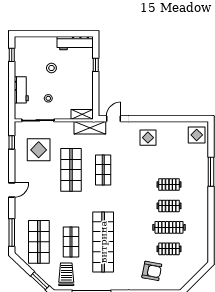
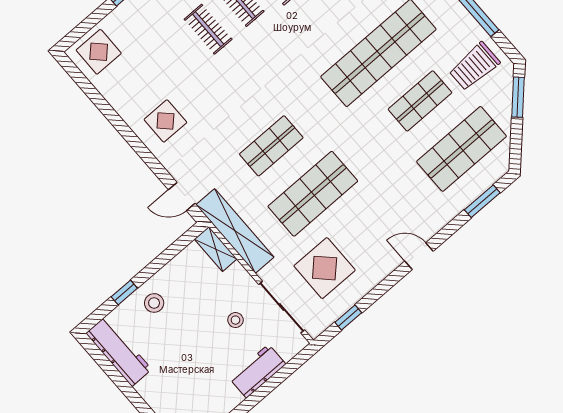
stool: (51, 68) -> (154, 303), moved
shelving: (90, 128) -> (235, 231), width x1.47
window: (12, 232) -> (482, 201), width x0.69

